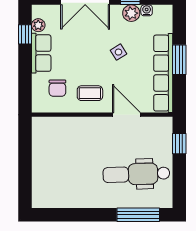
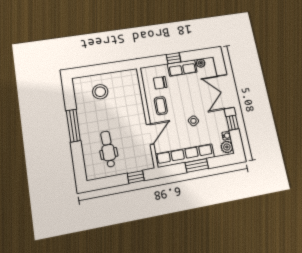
plant: (131, 13) -> (227, 147), moved
window: (25, 34) -> (173, 58), moved
stool: (57, 172) -> (100, 92), added
dental chair: (136, 174) -> (108, 149), width x0.73, depth x0.72
window: (138, 215) -> (73, 126), moved

